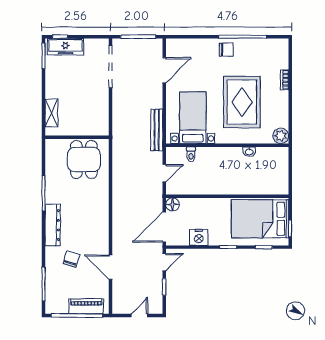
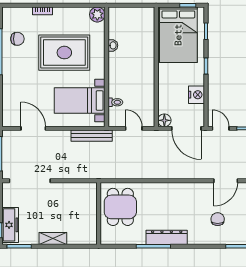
chair: (226, 50) -> (17, 39), moved, turned 90
shelving: (51, 113) -> (53, 239), moved
dining table: (84, 159) -> (120, 207), turned 90
dresser: (53, 225) -> (167, 237), moved
chair: (71, 259) -> (218, 219), turned 73

